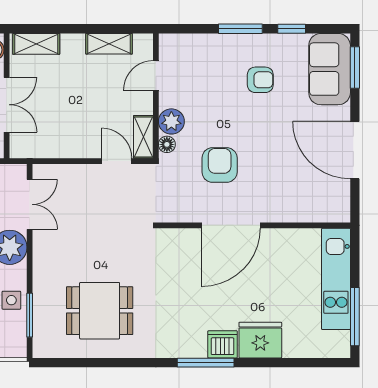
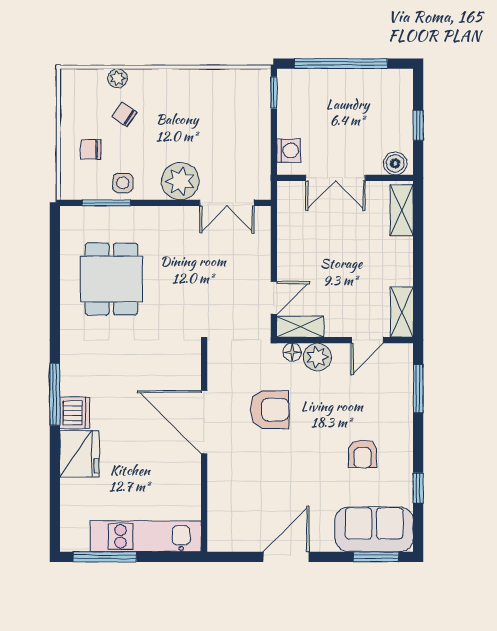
window: (240, 29) -> (418, 389), moved
shelving: (109, 44) -> (402, 312), moved
door: (156, 75) -> (367, 340), swing flipped
door: (355, 150) -> (286, 557), width x0.73

